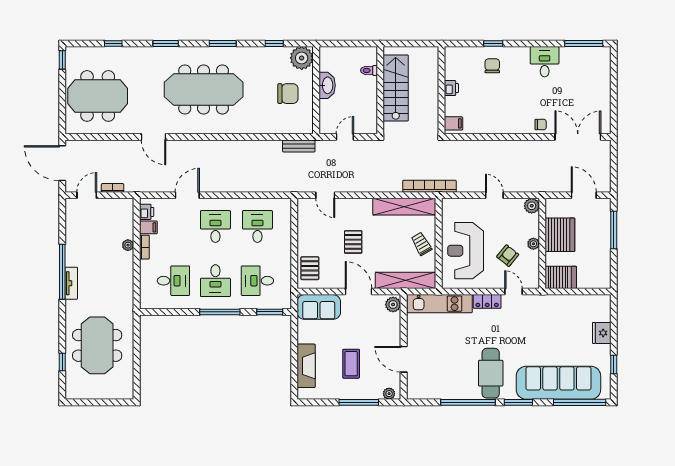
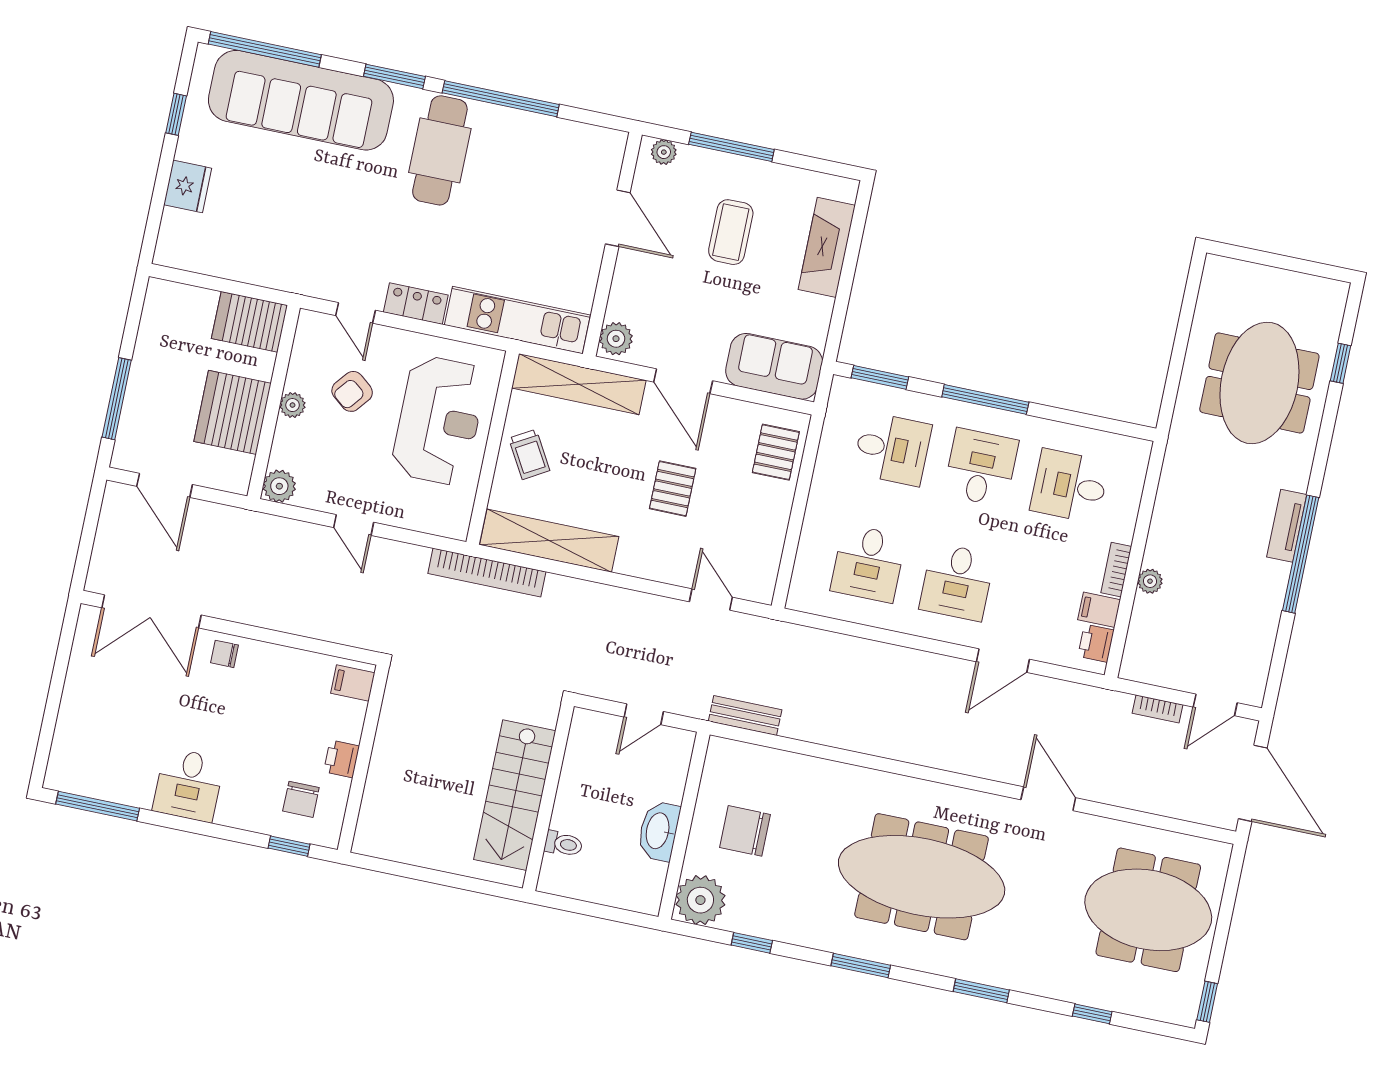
printer: (451, 88) -> (342, 759), moved
wall: (442, 90) -> (363, 759), moved
filing cabinet: (454, 123) -> (353, 683), moved

